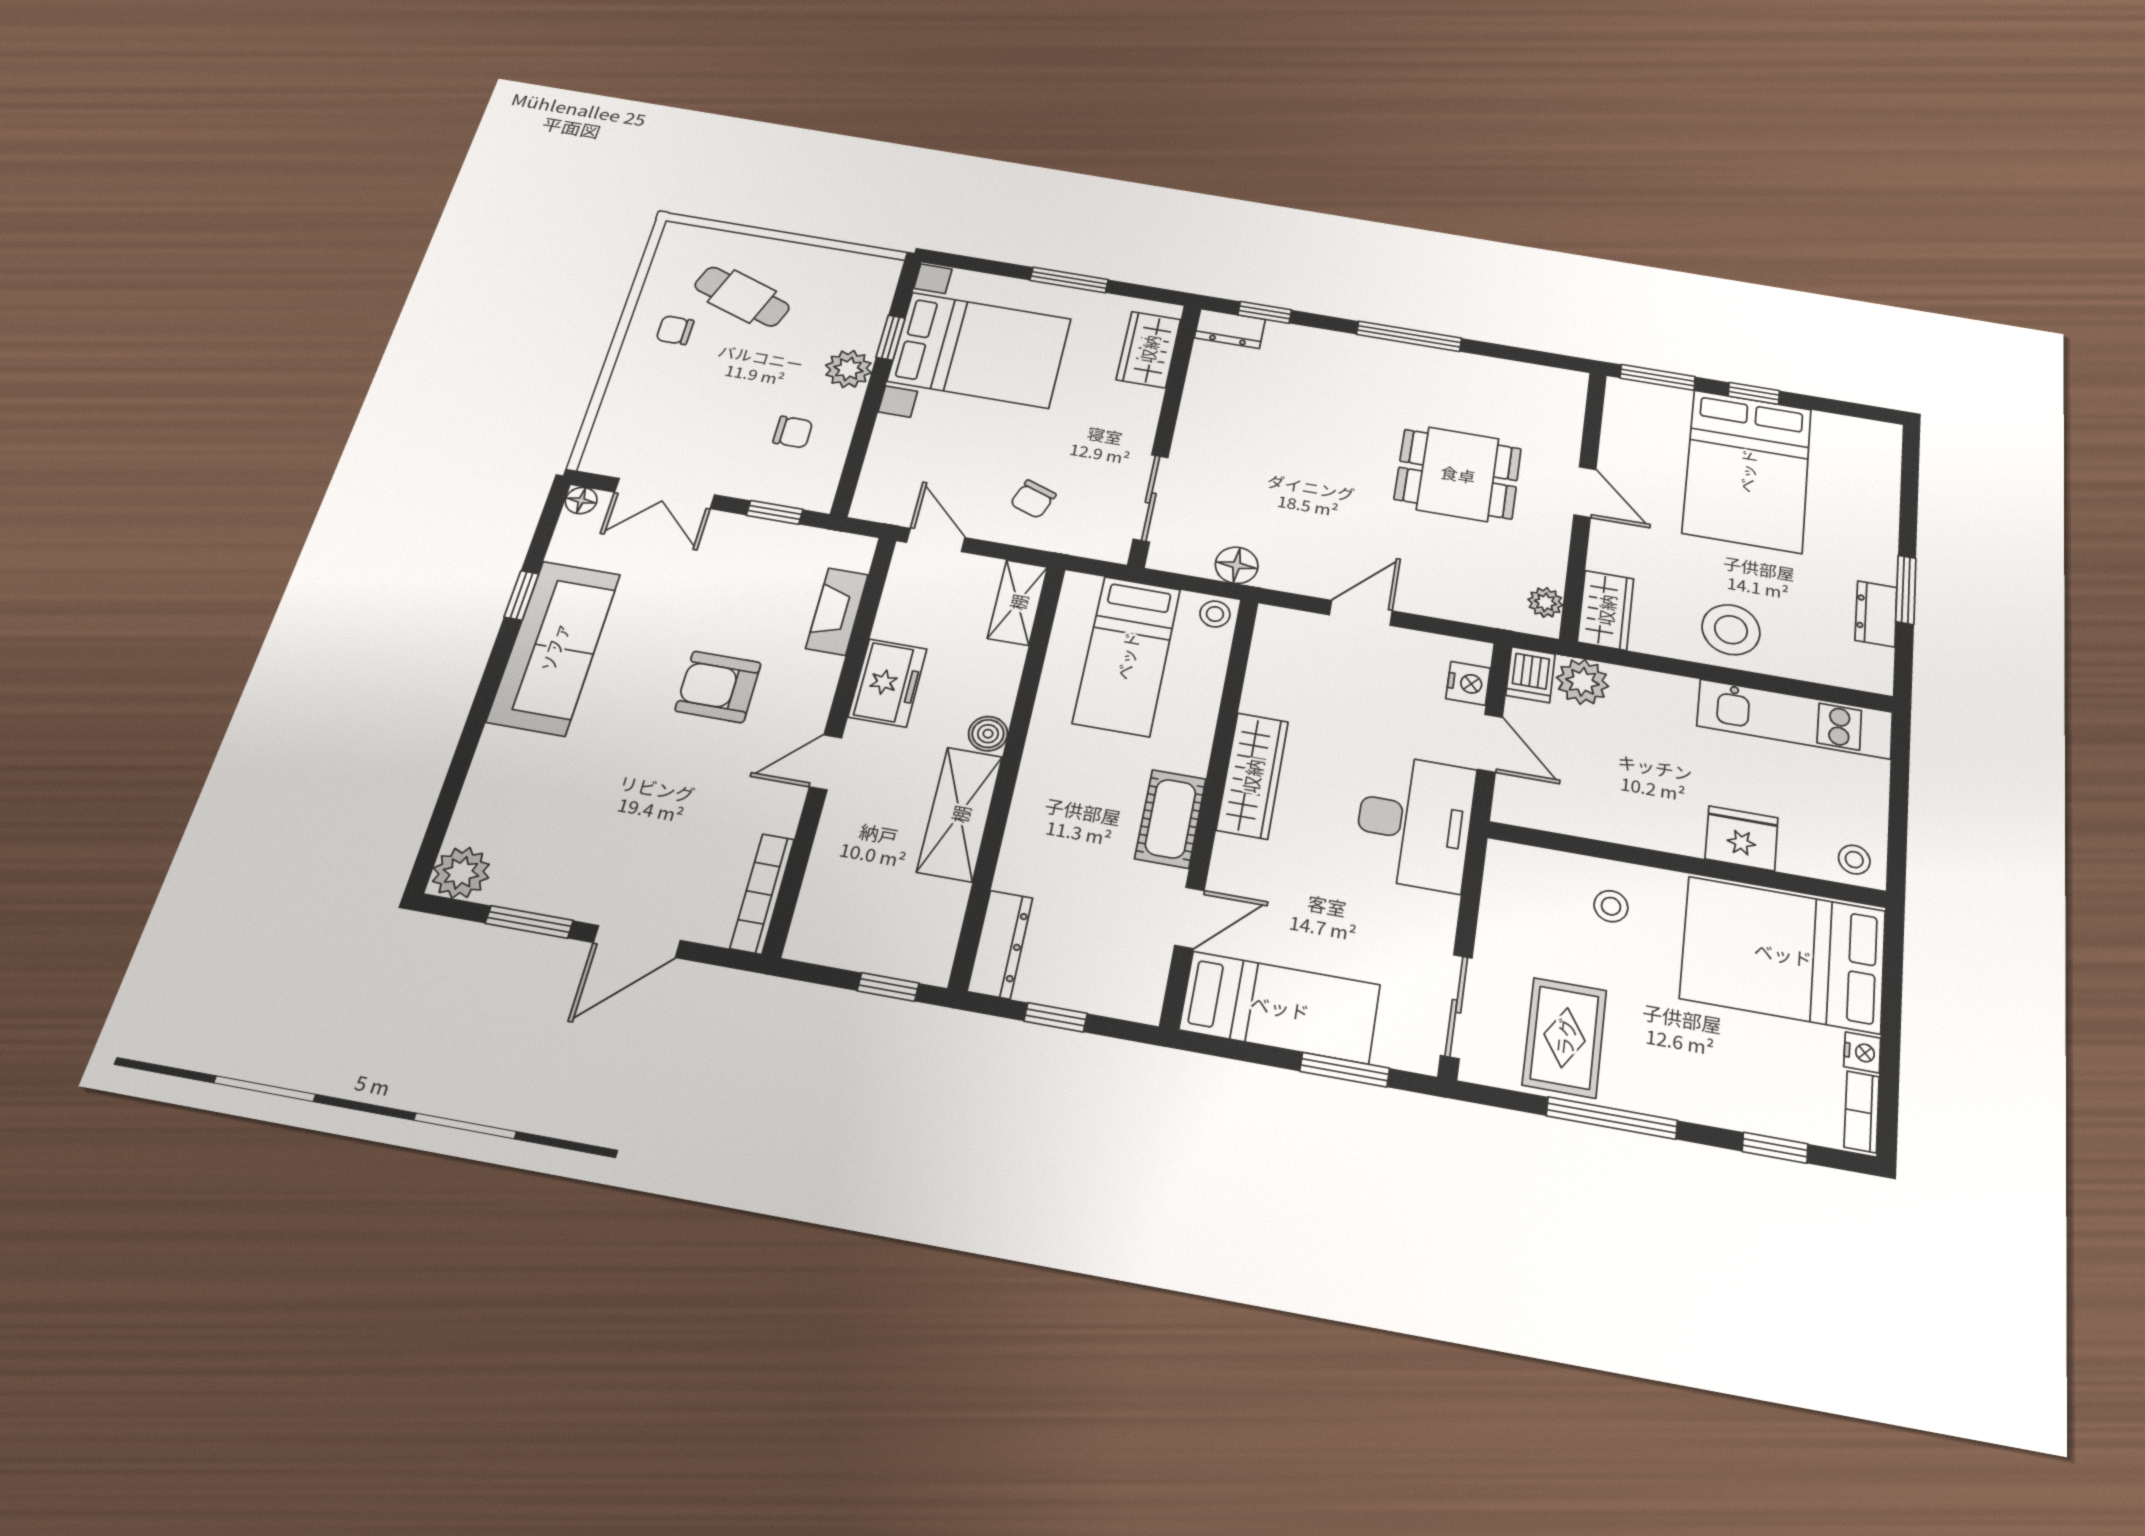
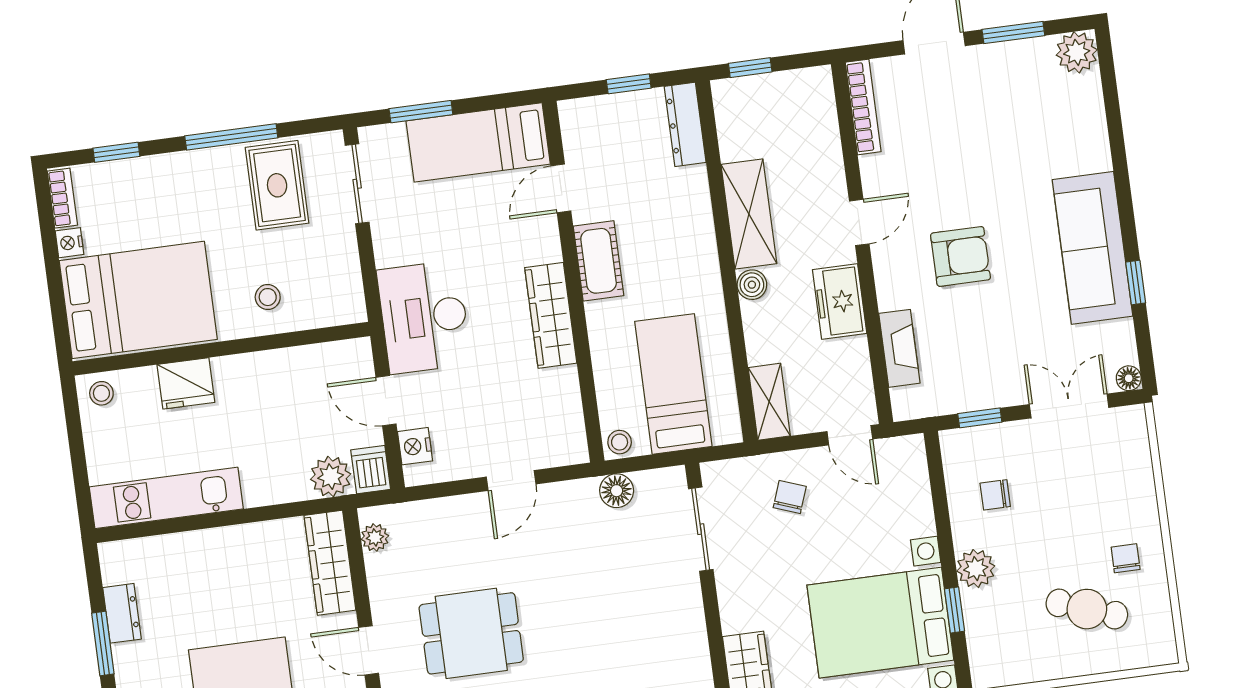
chair: (675, 330) -> (1126, 558), turned -90
wardrobe: (1606, 610) -> (330, 563), width x1.50
stool: (1731, 630) -> (229, 561), removed

